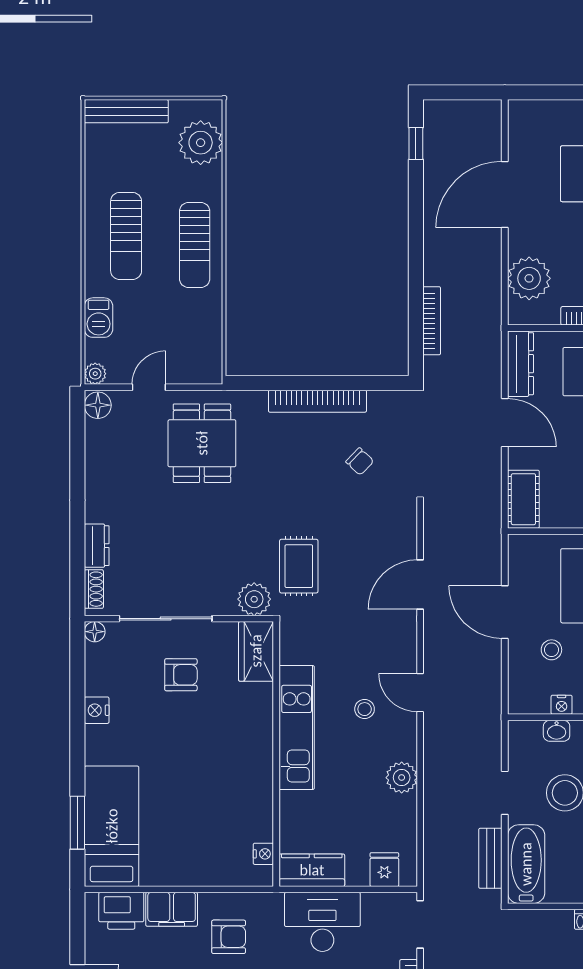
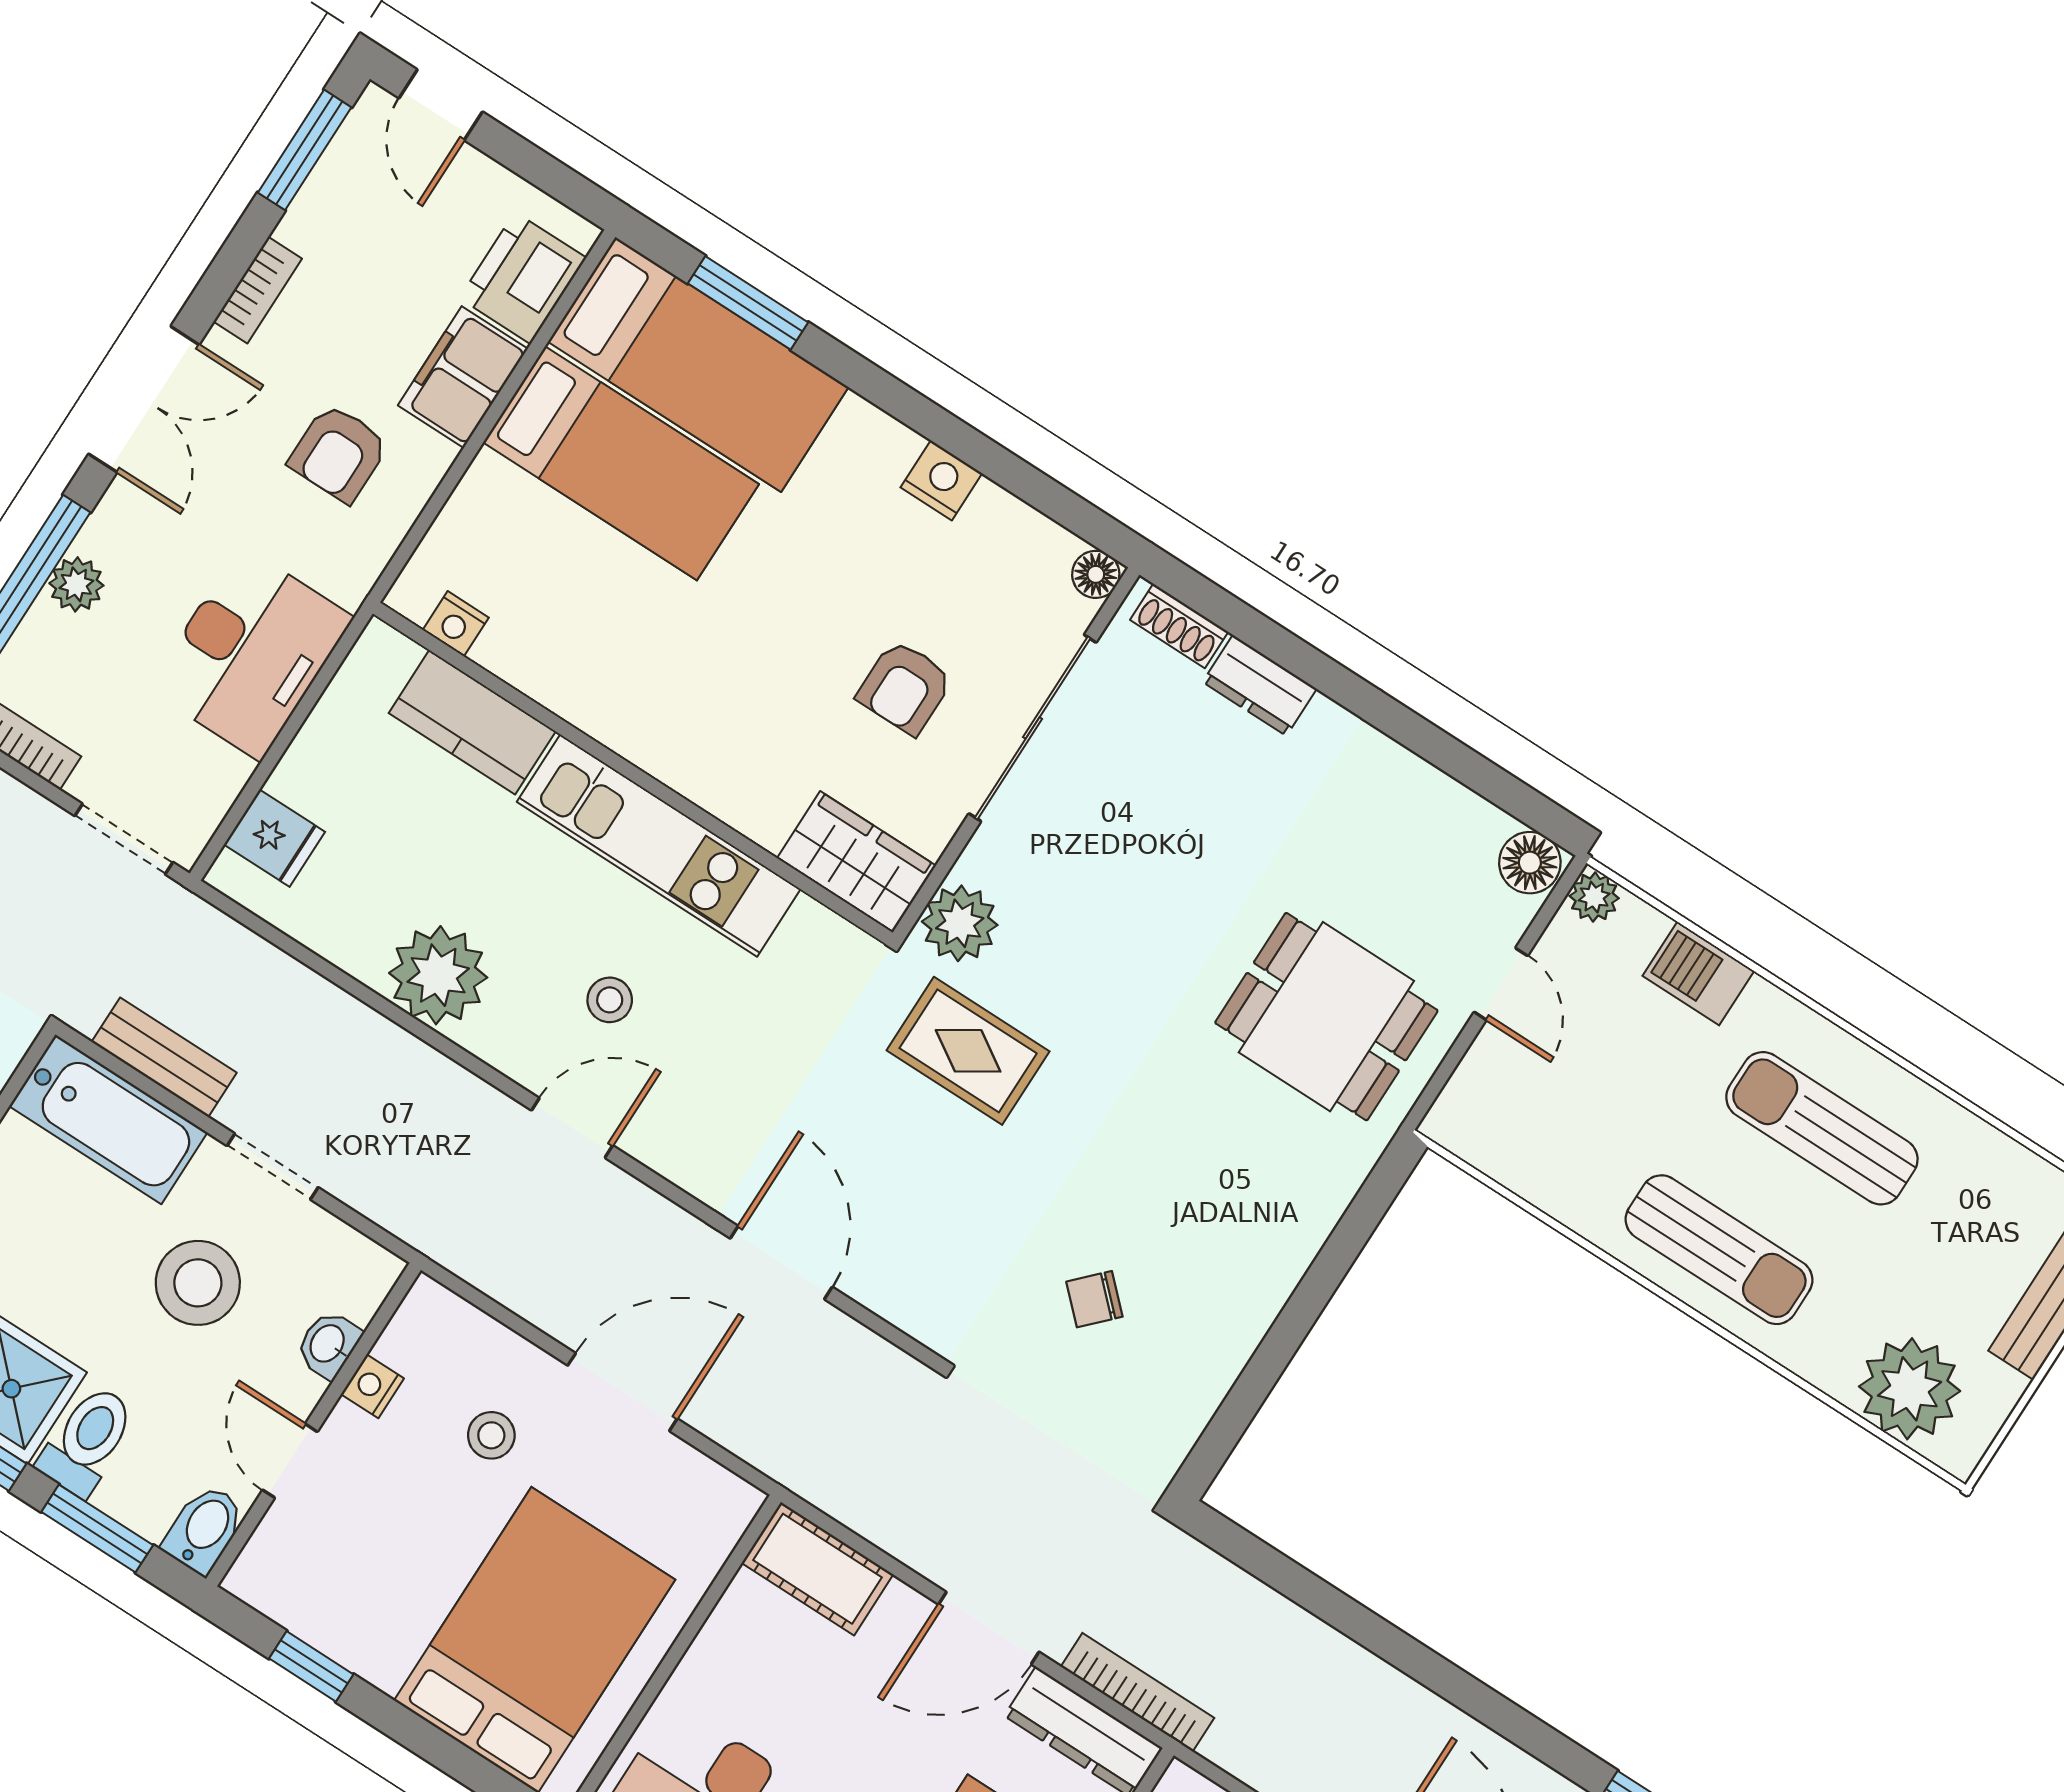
sun lounger: (195, 245) -> (1719, 1250), turned 180
bookcase: (432, 321) -> (1137, 1692), moved, turned 180
bookcase: (317, 401) -> (1264, 1293), removed
plant: (402, 778) -> (438, 975), width x1.36, depth x1.36
bed: (166, 831) -> (621, 463), added
kitchen counter: (312, 870) -> (472, 722), moved, turned 90

